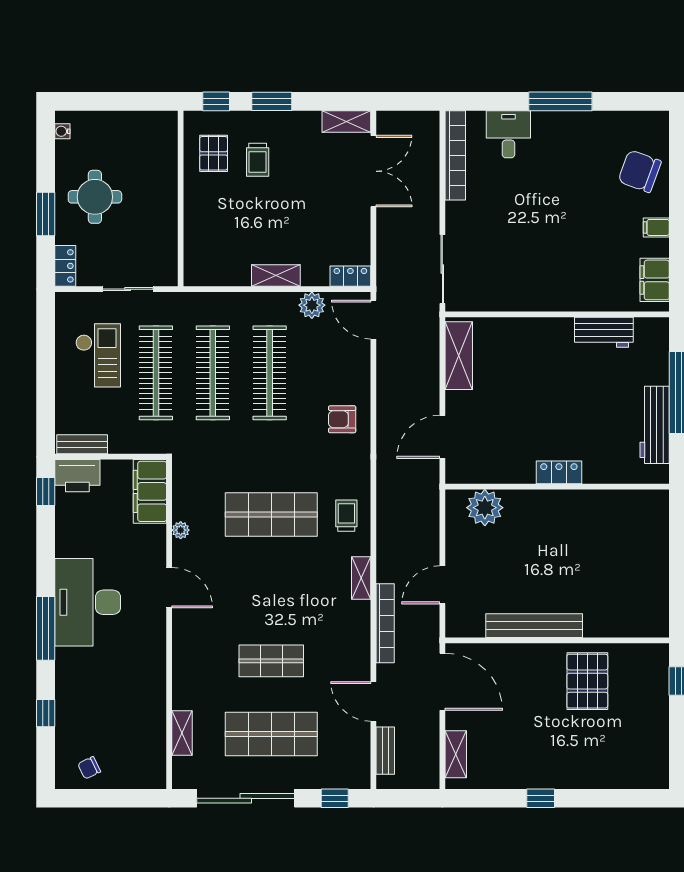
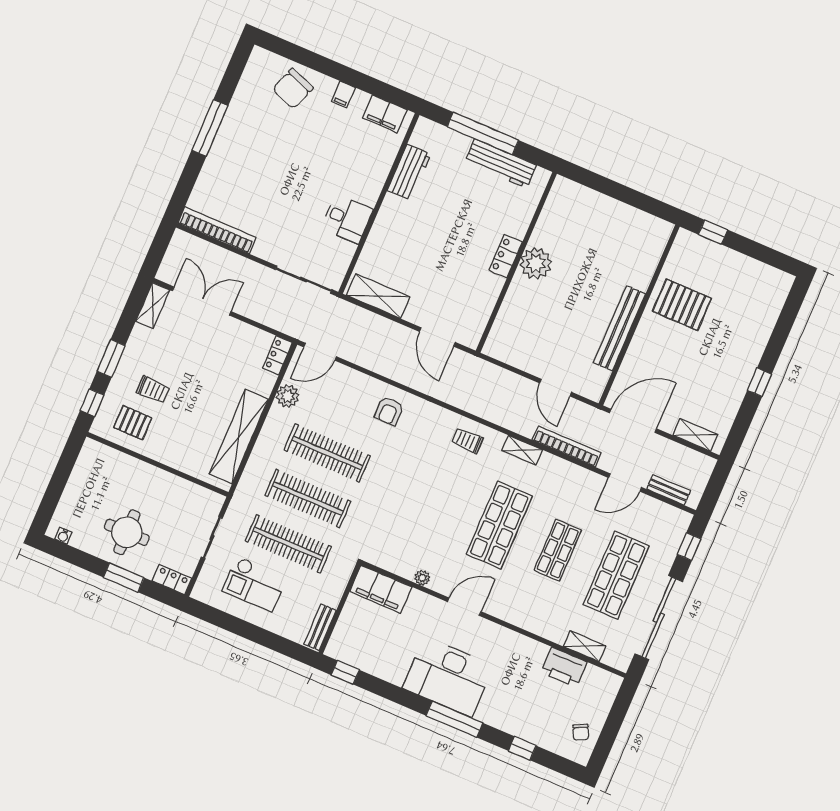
desk: (508, 134) -> (347, 219), moved, turned 180
shelving: (276, 275) -> (239, 437), width x2.20, depth x1.33
checkout: (98, 355) -> (254, 584), turned 180
printer: (77, 476) -> (564, 667), moved, turned 90
plant: (485, 508) -> (536, 263), moved
shop shelf: (271, 515) -> (499, 525), moved

